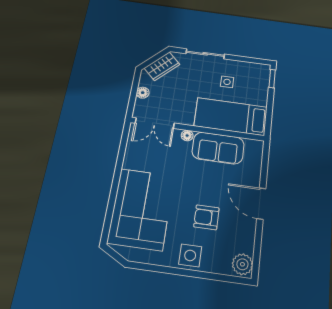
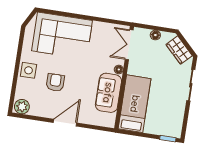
side table: (227, 82) -> (165, 102), removed

